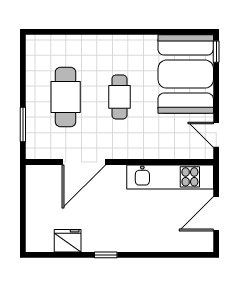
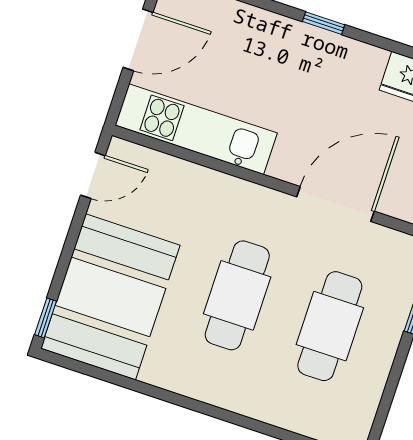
cafe table: (119, 97) -> (237, 295), width x1.37, depth x1.35
door: (216, 135) -> (93, 175), hinge flipped
window: (106, 255) -> (324, 23), moved

